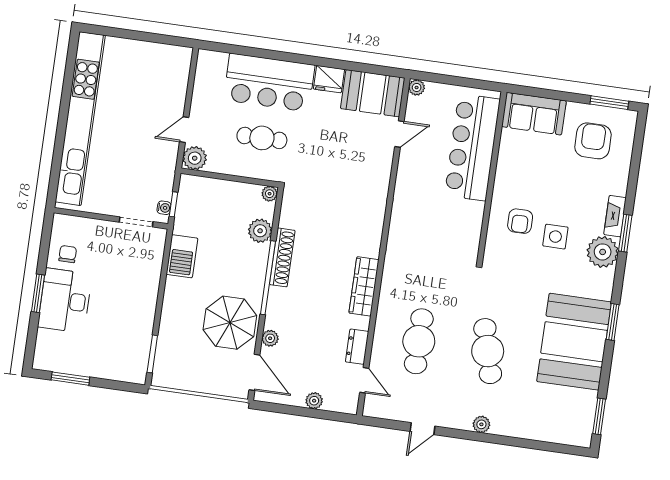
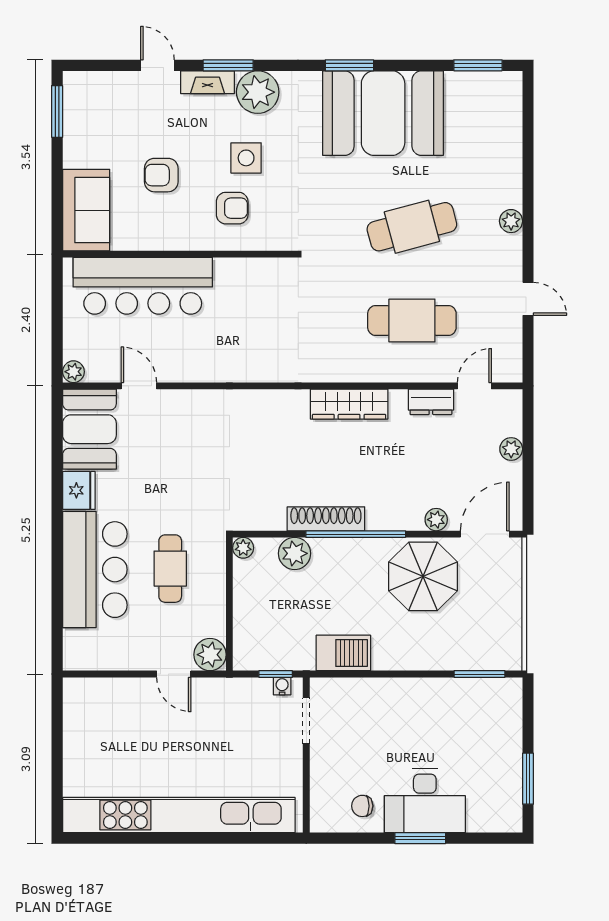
armchair: (593, 141) -> (161, 175), moved, width x0.72, depth x0.72
door: (633, 181) -> (157, 65), added

